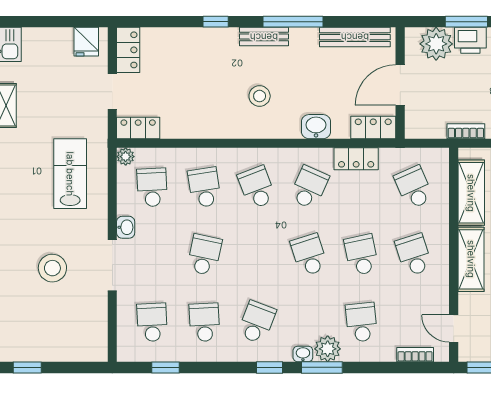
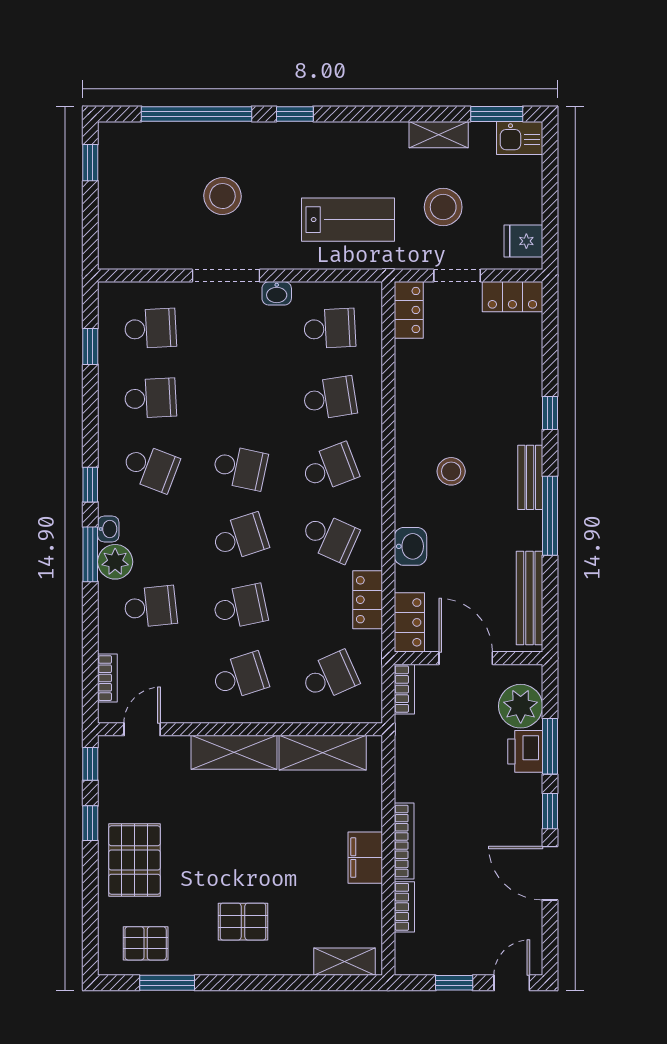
stool: (61, 102) -> (443, 207), added
bookcase: (466, 131) -> (404, 689), moved
plant: (126, 157) -> (371, 293), removed
school desk: (204, 255) -> (240, 468), moved

